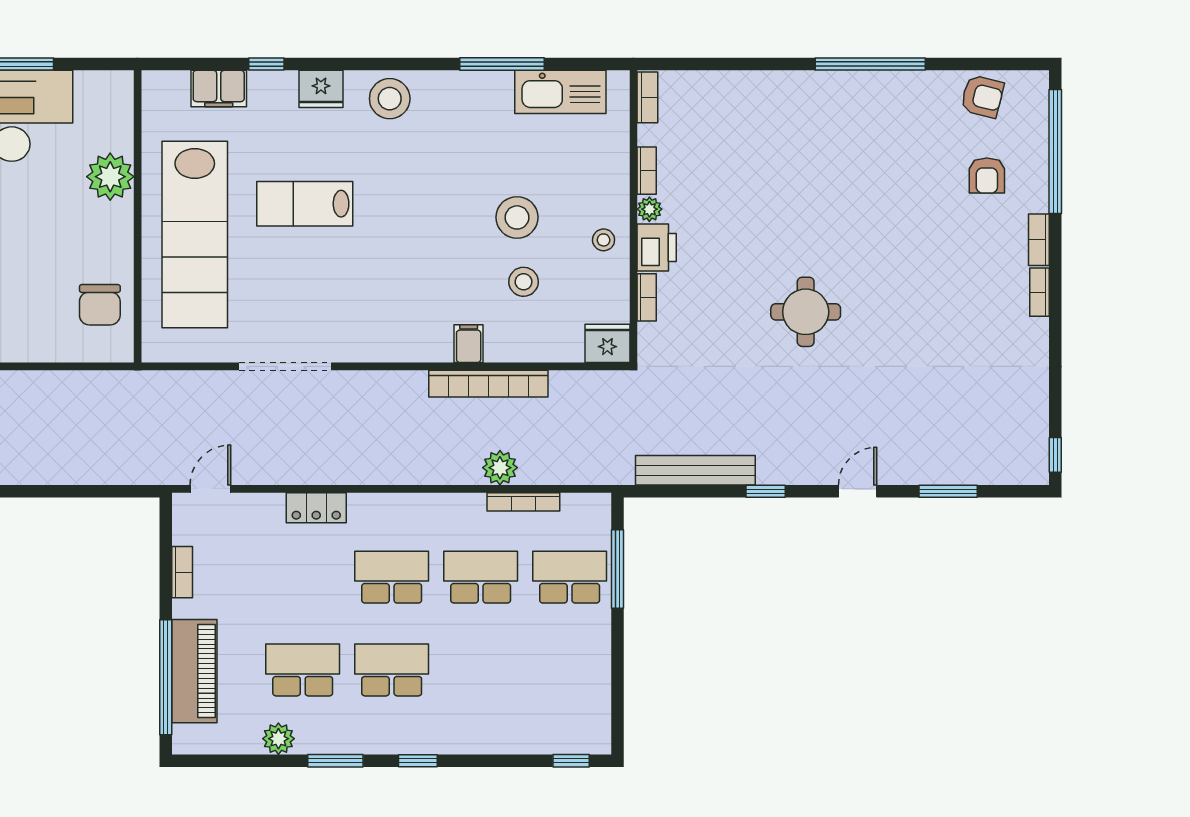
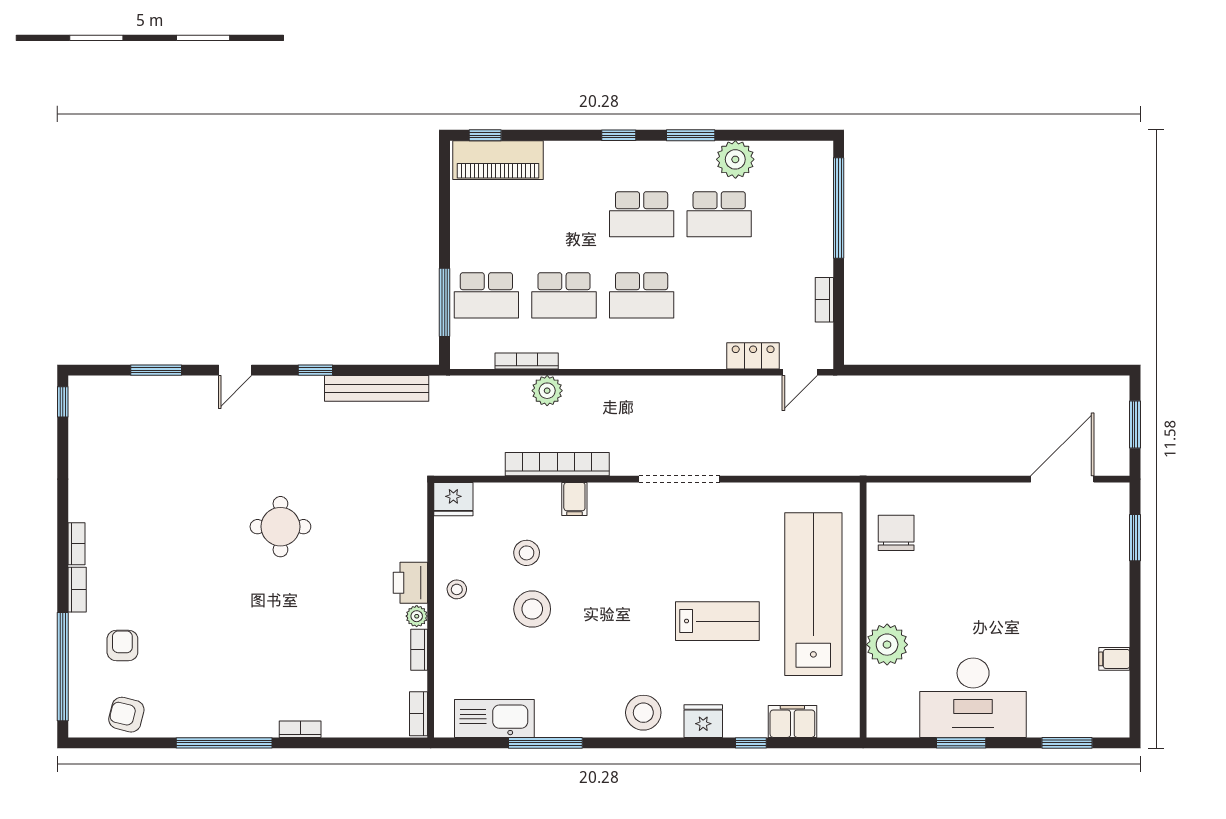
bookcase: (647, 297) -> (300, 729), moved, turned 90
doorway: (285, 366) -> (679, 479), moved
locker: (316, 508) -> (753, 356), moved
piano: (194, 671) -> (498, 160), moved, turned -90
plant: (278, 739) -> (735, 159), width x1.36, depth x1.36

